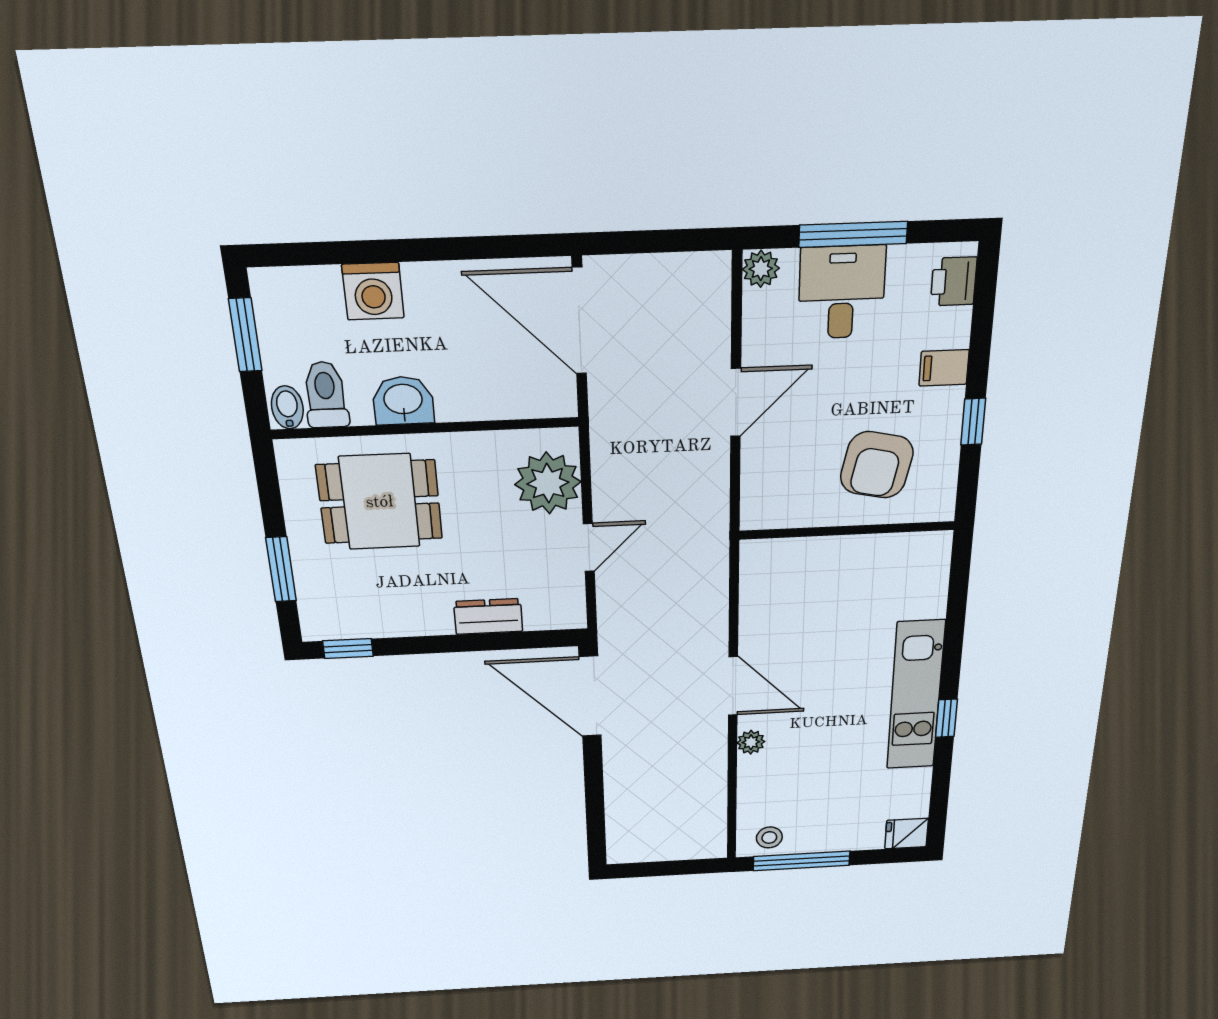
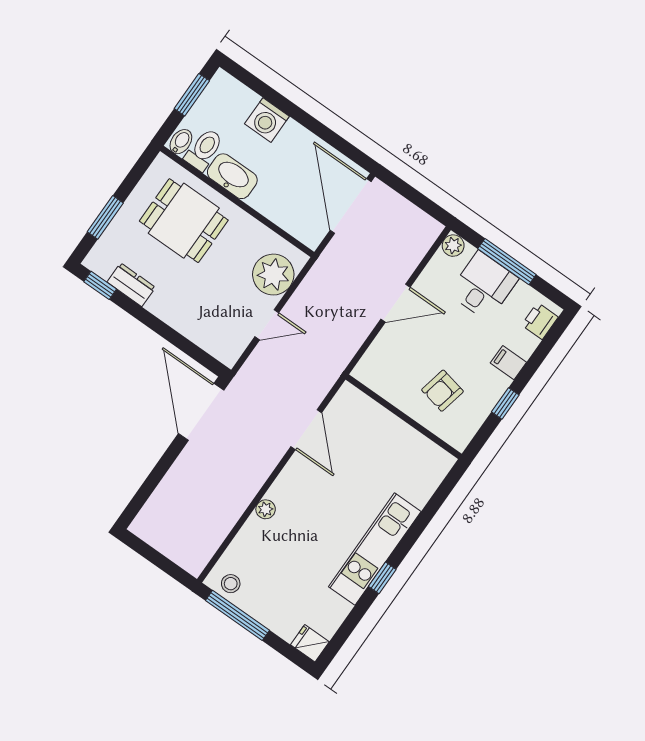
washbasin: (403, 400) -> (232, 176), width x1.38
armchair: (877, 465) -> (442, 391), width x0.72, depth x0.72
dresser: (488, 616) -> (131, 285), moved
door: (733, 686) -> (306, 430), moved

